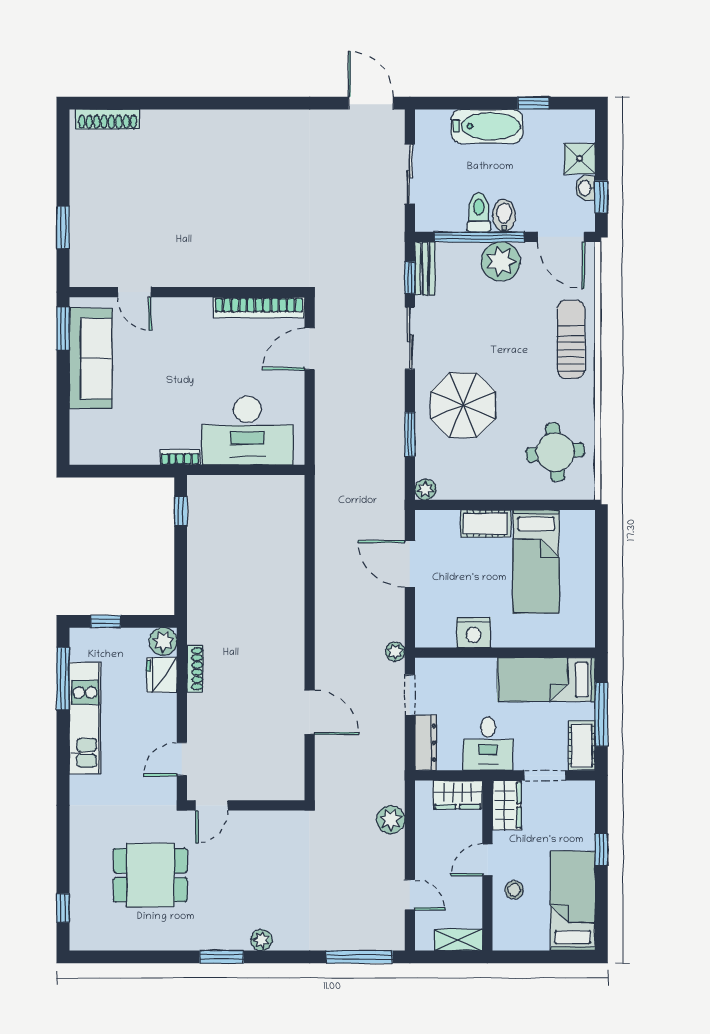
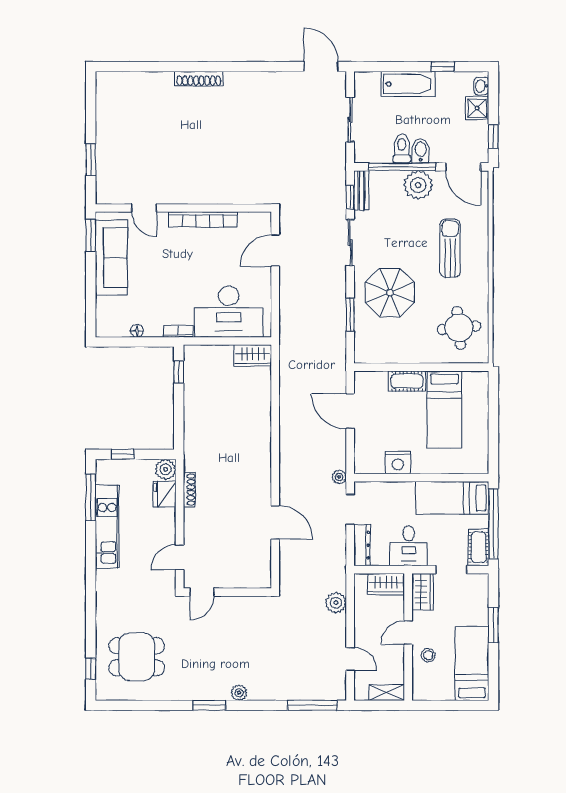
shoe rack: (108, 119) -> (199, 79), moved
washbasin: (585, 188) -> (481, 86), moved
bookcase: (259, 307) -> (203, 220), moved
sun lounger: (571, 339) -> (450, 248), moved
floor lamp: (125, 456) -> (137, 331), added
wardrobe: (280, 489) -> (253, 356), added
plant: (425, 489) -> (362, 356), removed
window: (601, 714) -> (493, 524), width x1.46
window: (601, 850) -> (493, 625), width x1.50
dining table: (150, 875) -> (137, 657), moved

